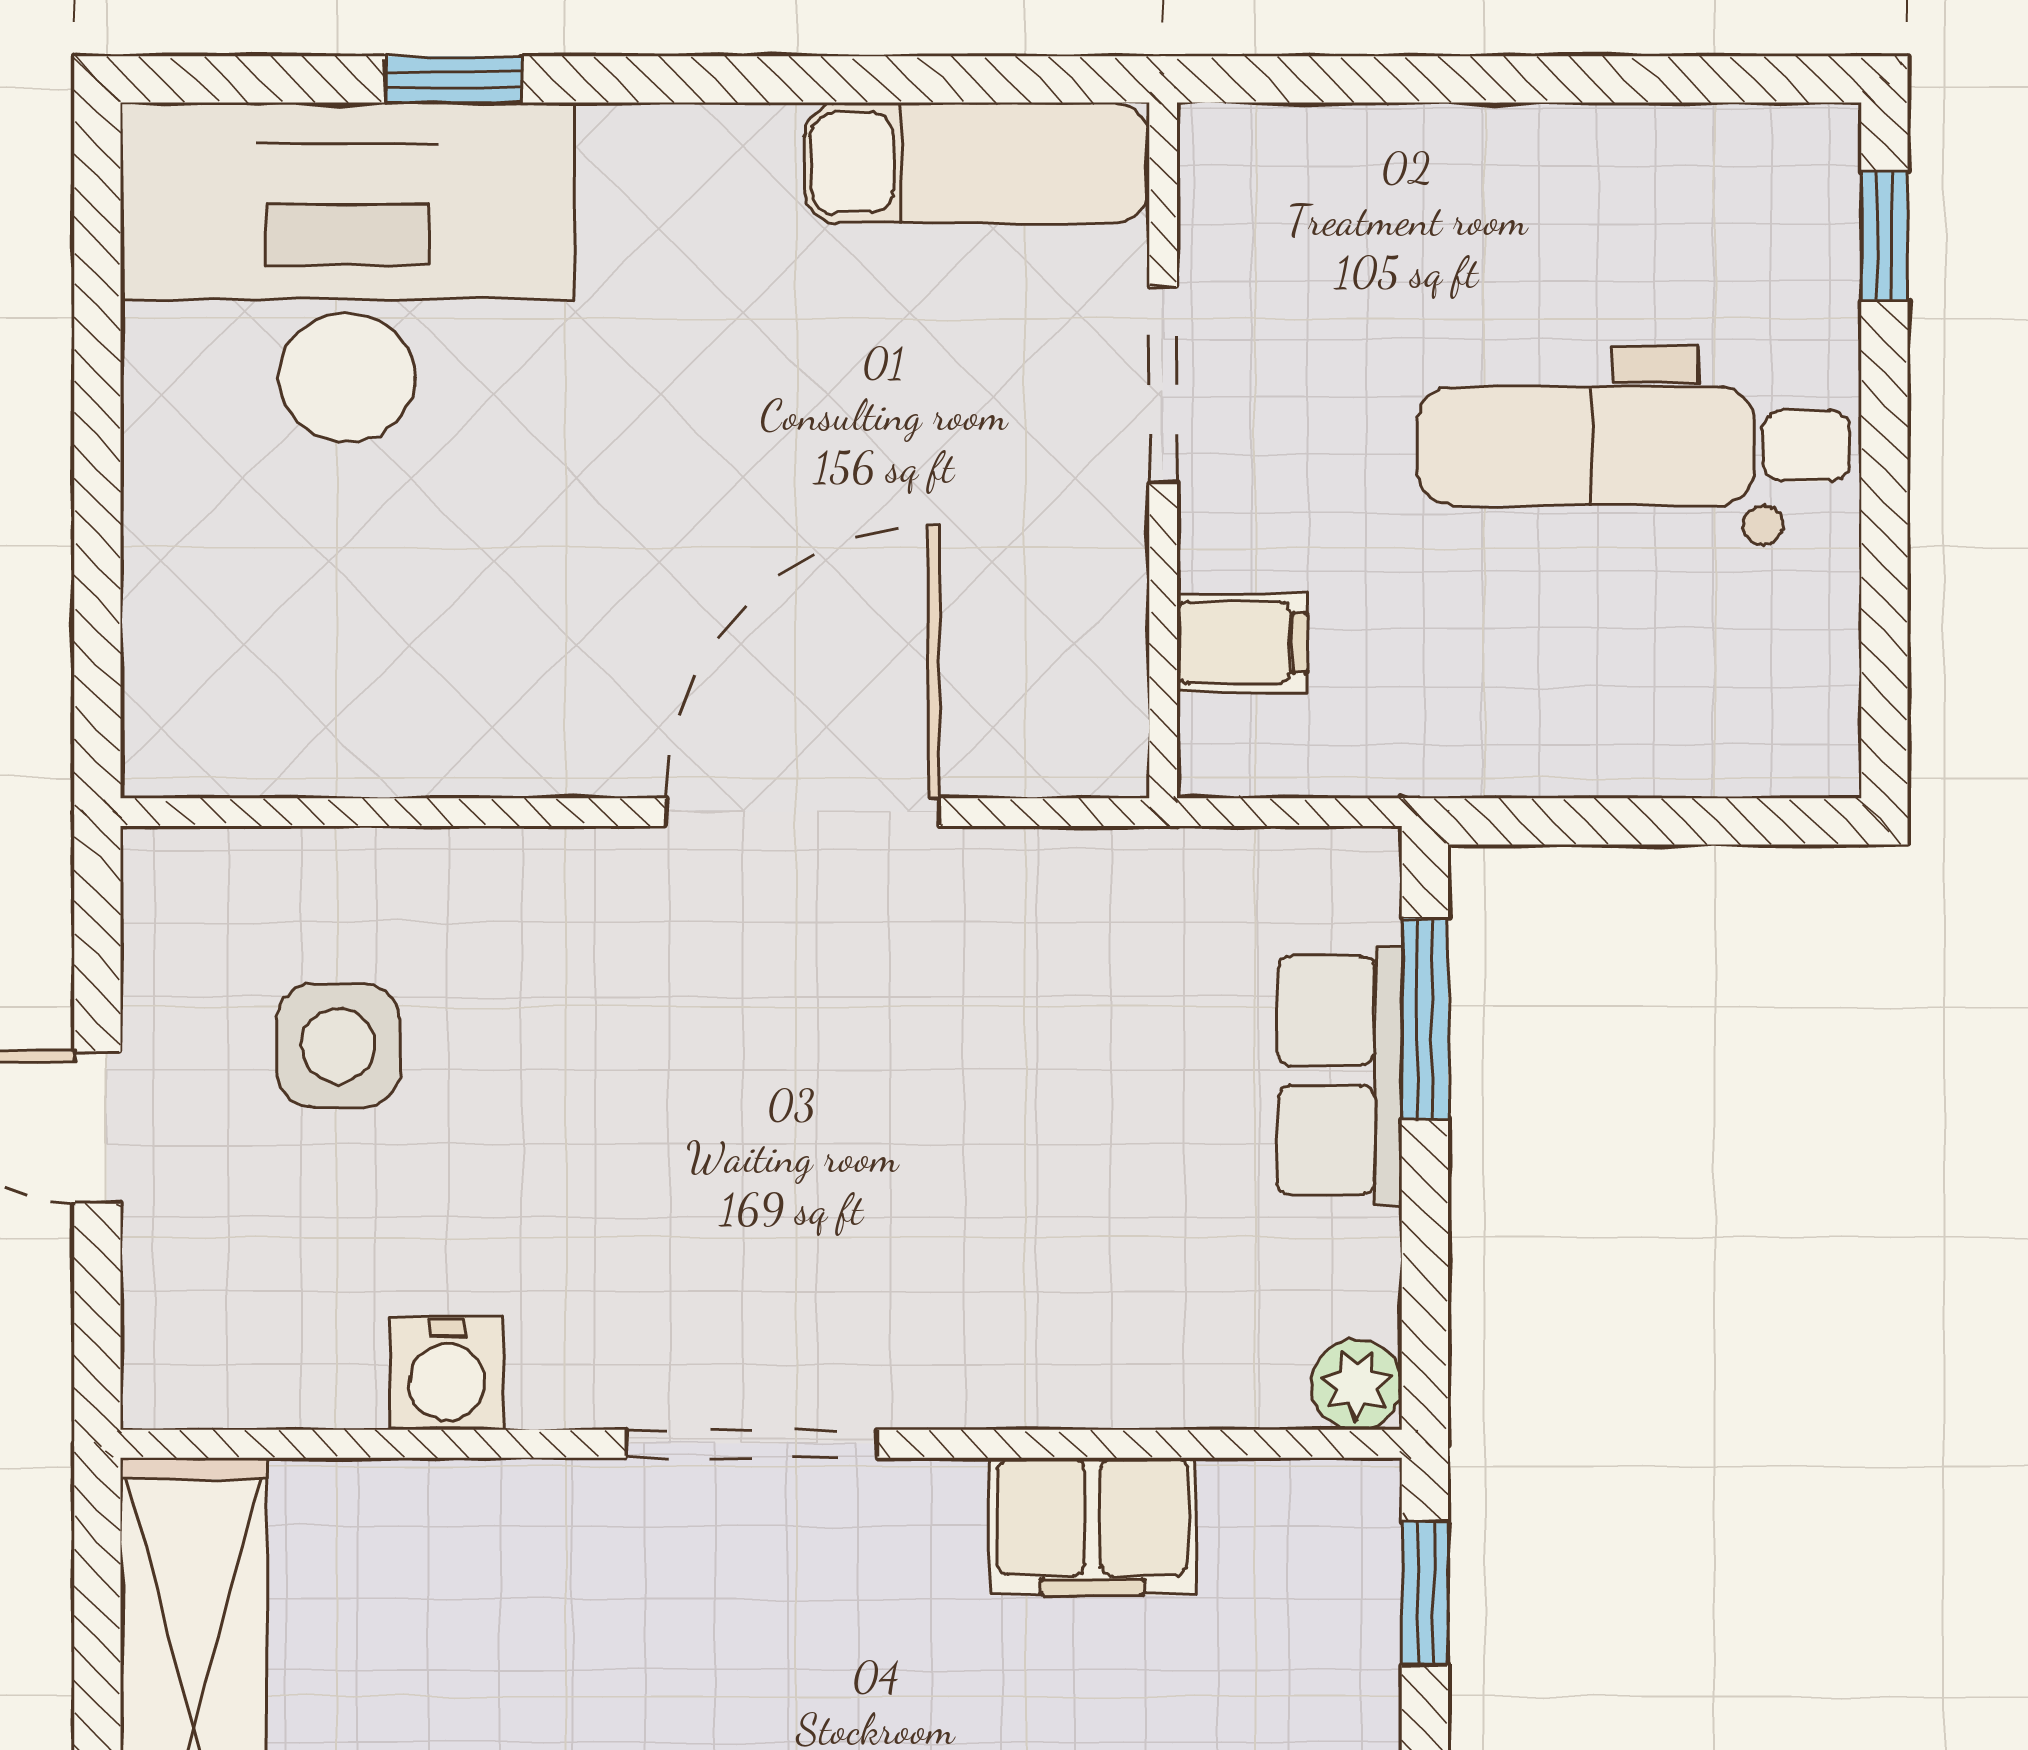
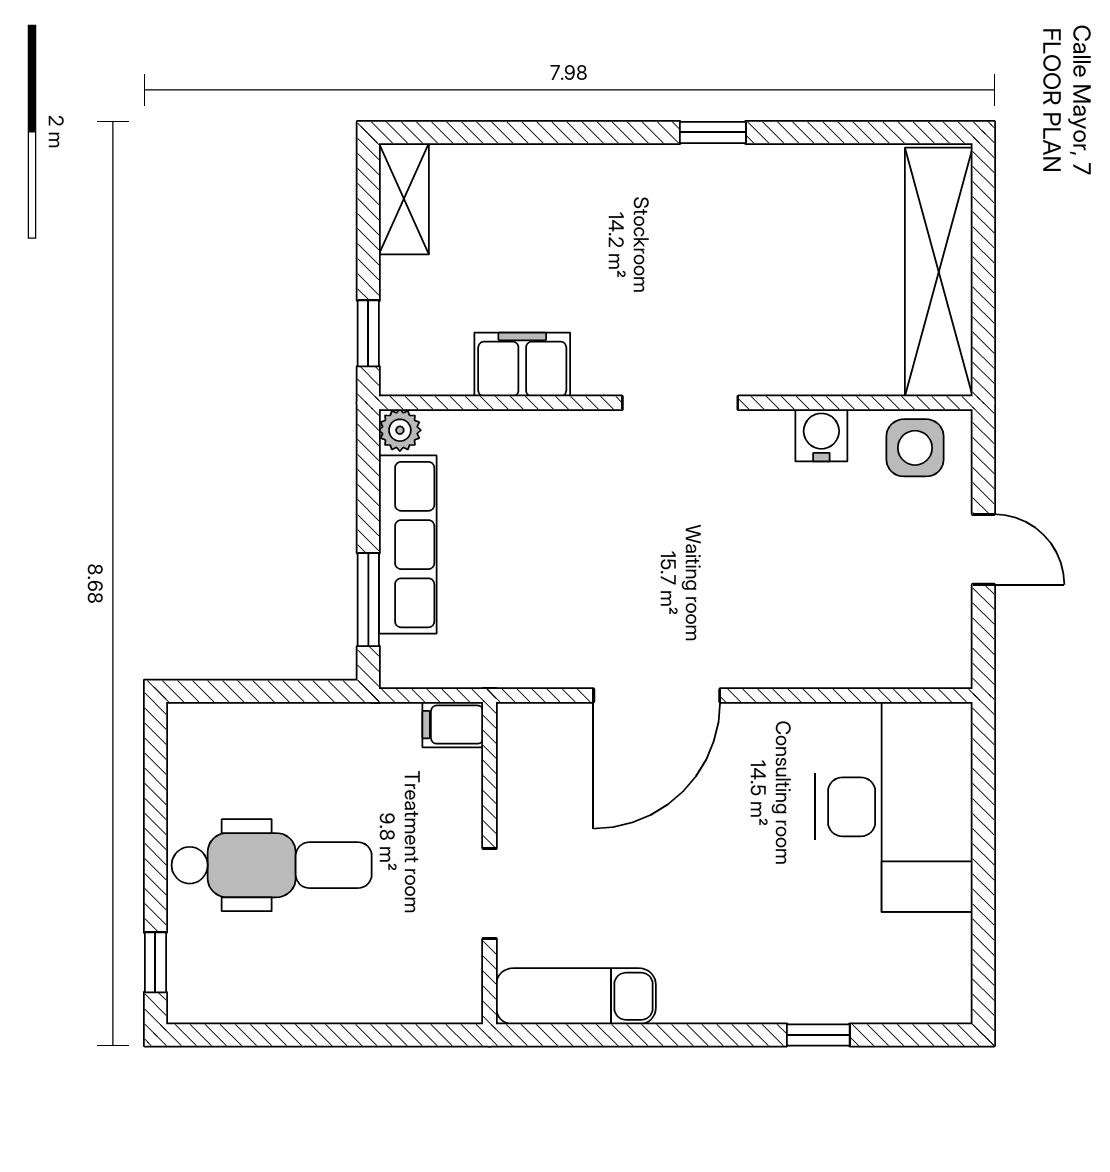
desk: (347, 272) -> (894, 807), moved, turned -90
filing cabinet: (1242, 643) -> (453, 725), moved
side table: (338, 1045) -> (915, 448), moved
row of seats: (1340, 1075) -> (408, 545), width x1.48

